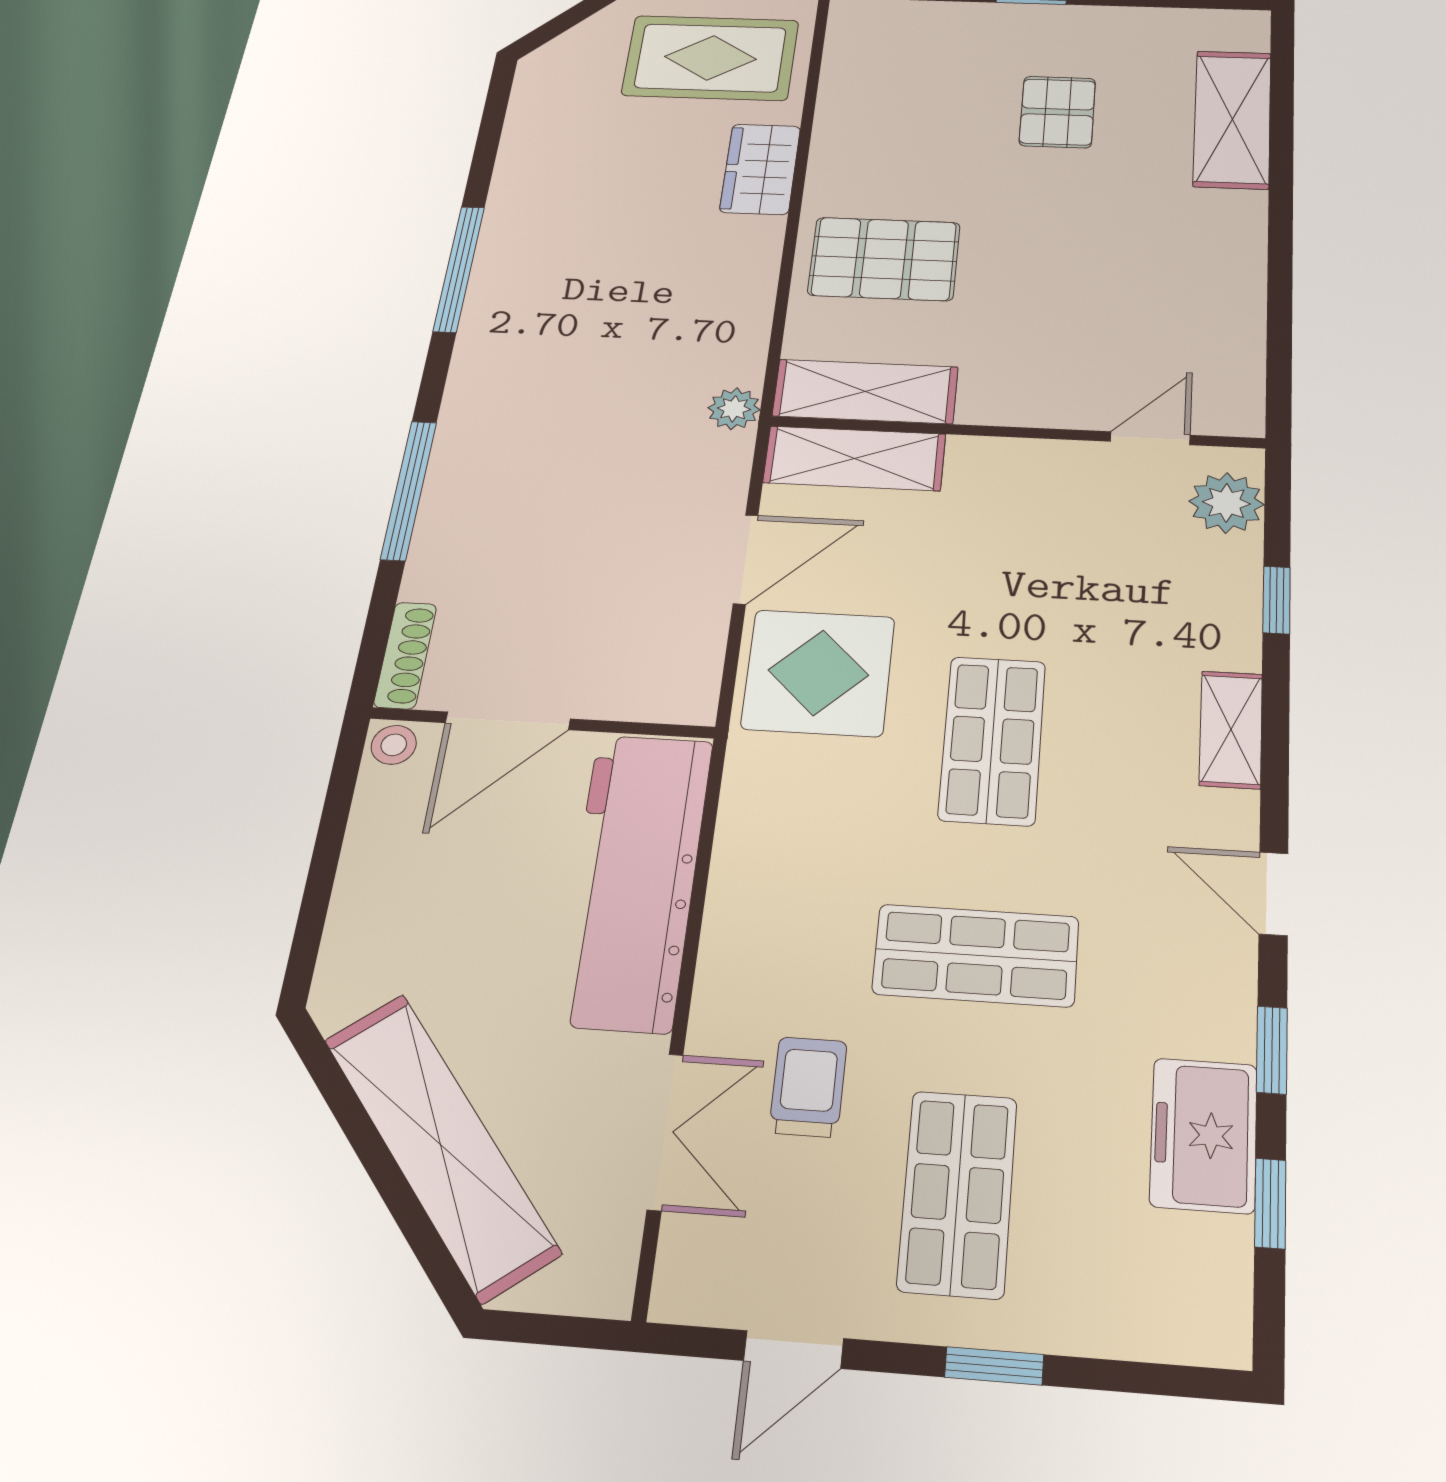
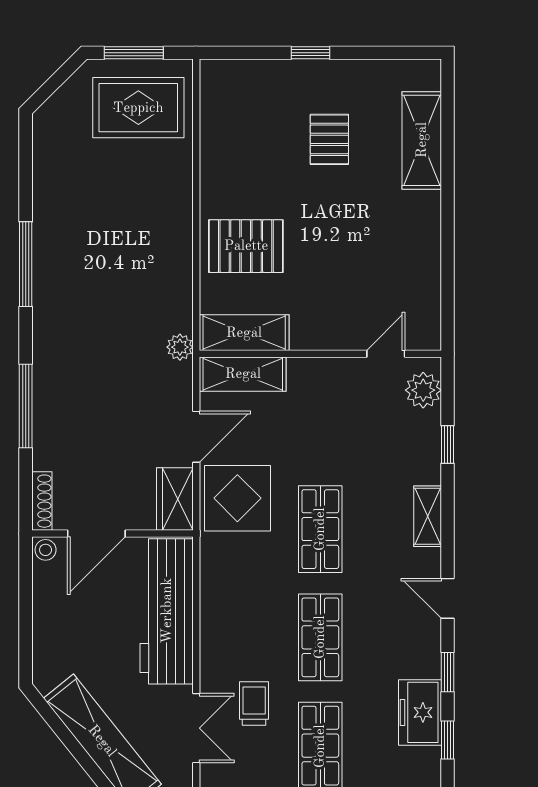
wardrobe: (760, 169) -> (175, 499), moved
shop shelf: (976, 955) -> (320, 637), turned 90

